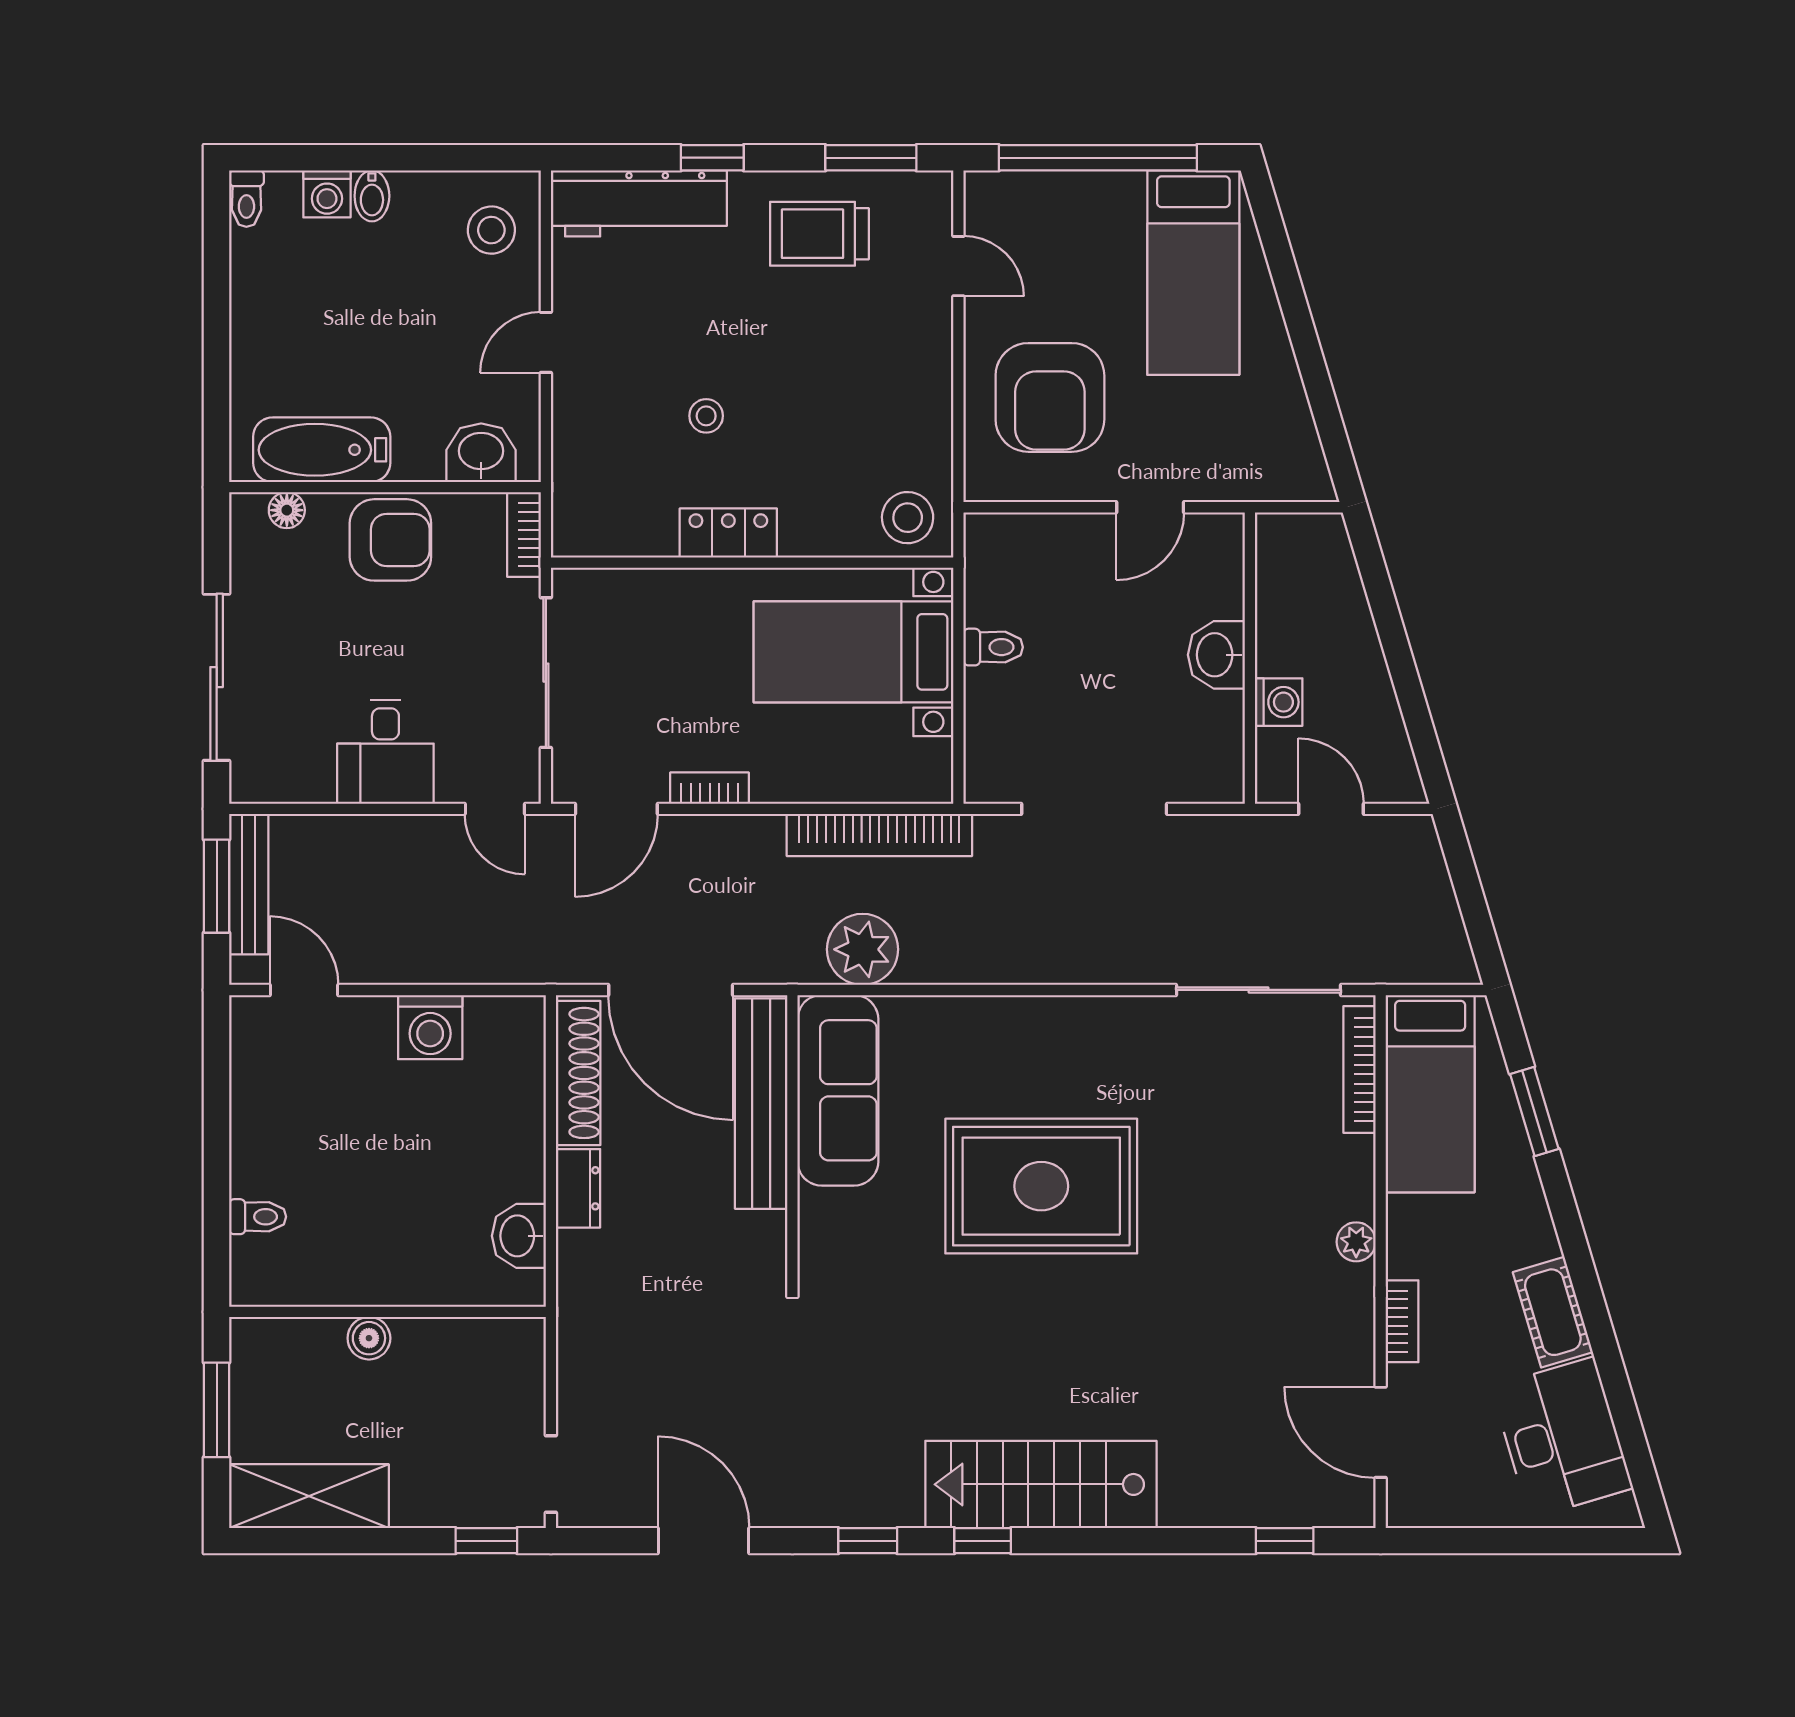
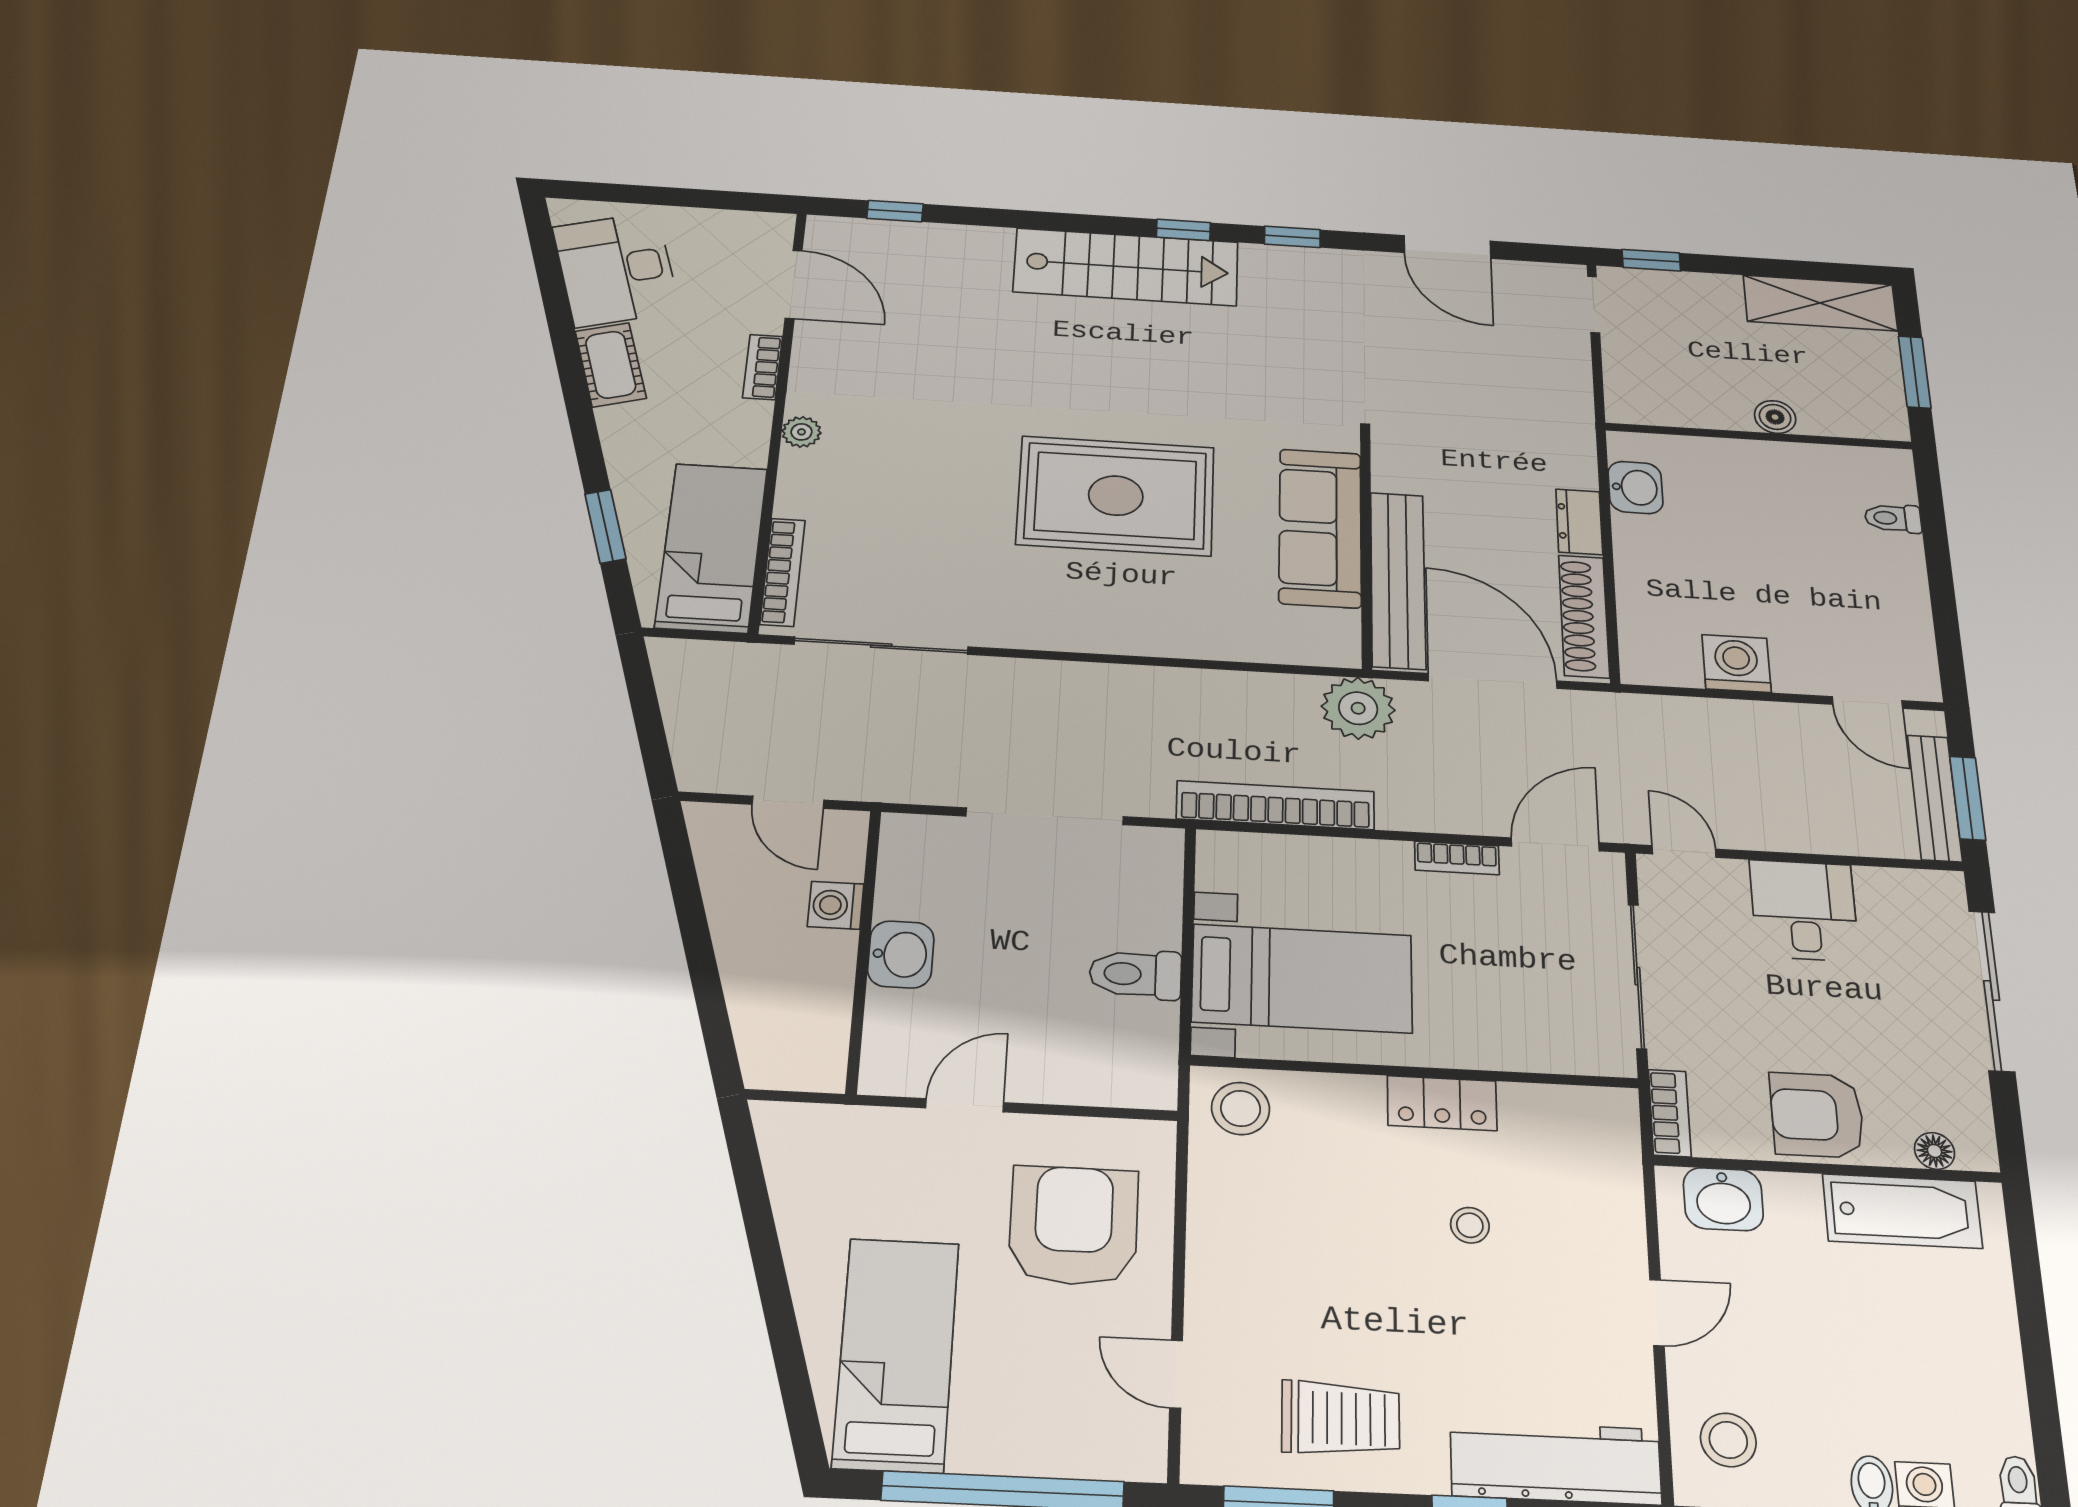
toilet: (993, 647) -> (1135, 974), width x1.37, depth x1.39
plant: (863, 949) -> (1358, 708), moved
sofa: (838, 1090) -> (1320, 528), moved

